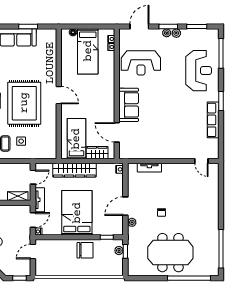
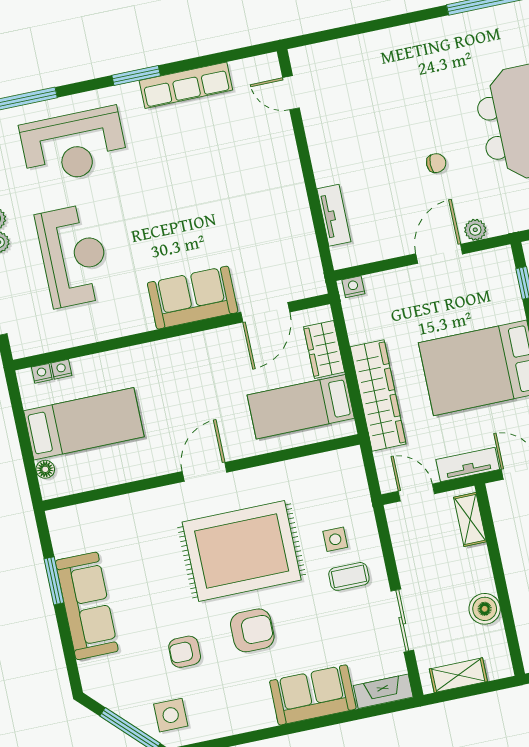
reception desk: (141, 63) -> (74, 256), moved
reception desk: (199, 71) -> (74, 146), turned 180
door: (201, 161) -> (291, 93), swing flipped
door: (125, 206) -> (439, 254), swing flipped

